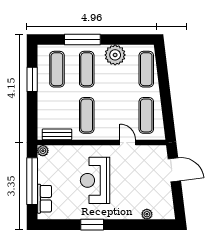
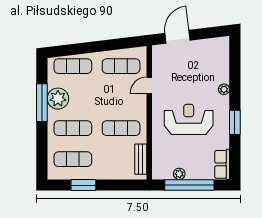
window: (82, 40) -> (42, 103), moved
plant: (43, 151) -> (179, 174), moved
reception desk: (95, 180) -> (189, 119), turned 180
row of seats: (44, 199) -> (222, 164), moved, turned -90
plant: (147, 214) -> (224, 89), moved

